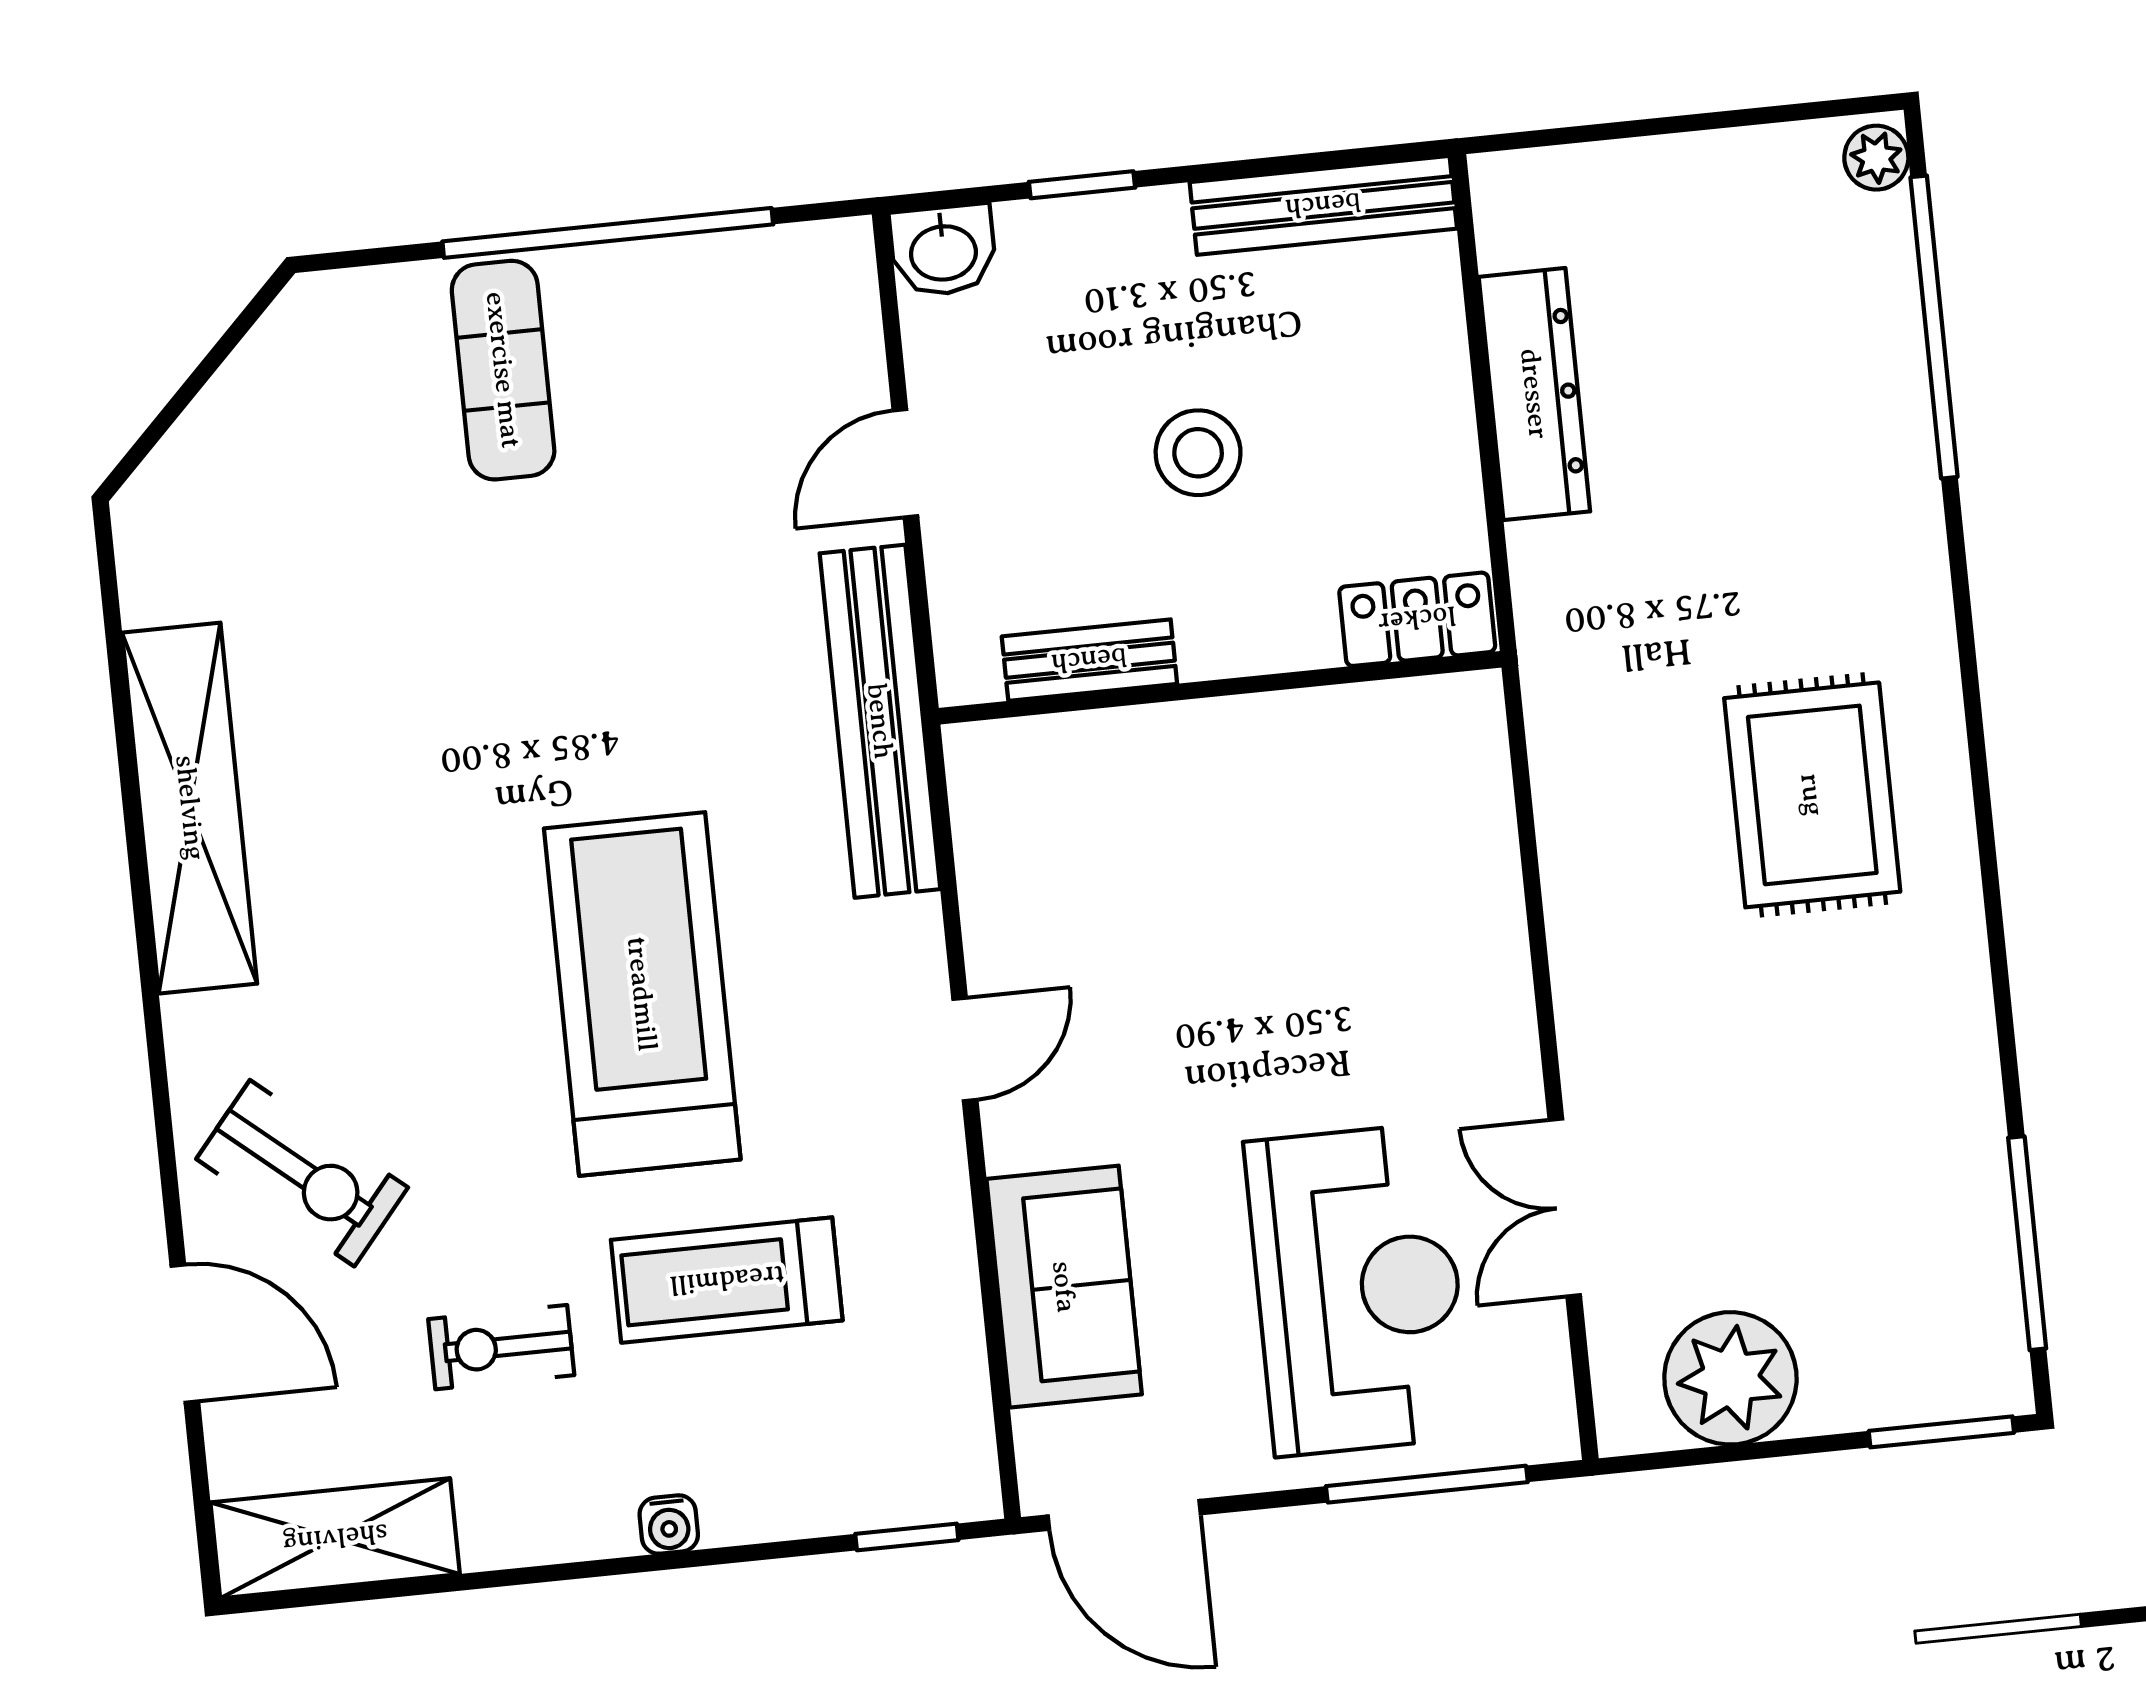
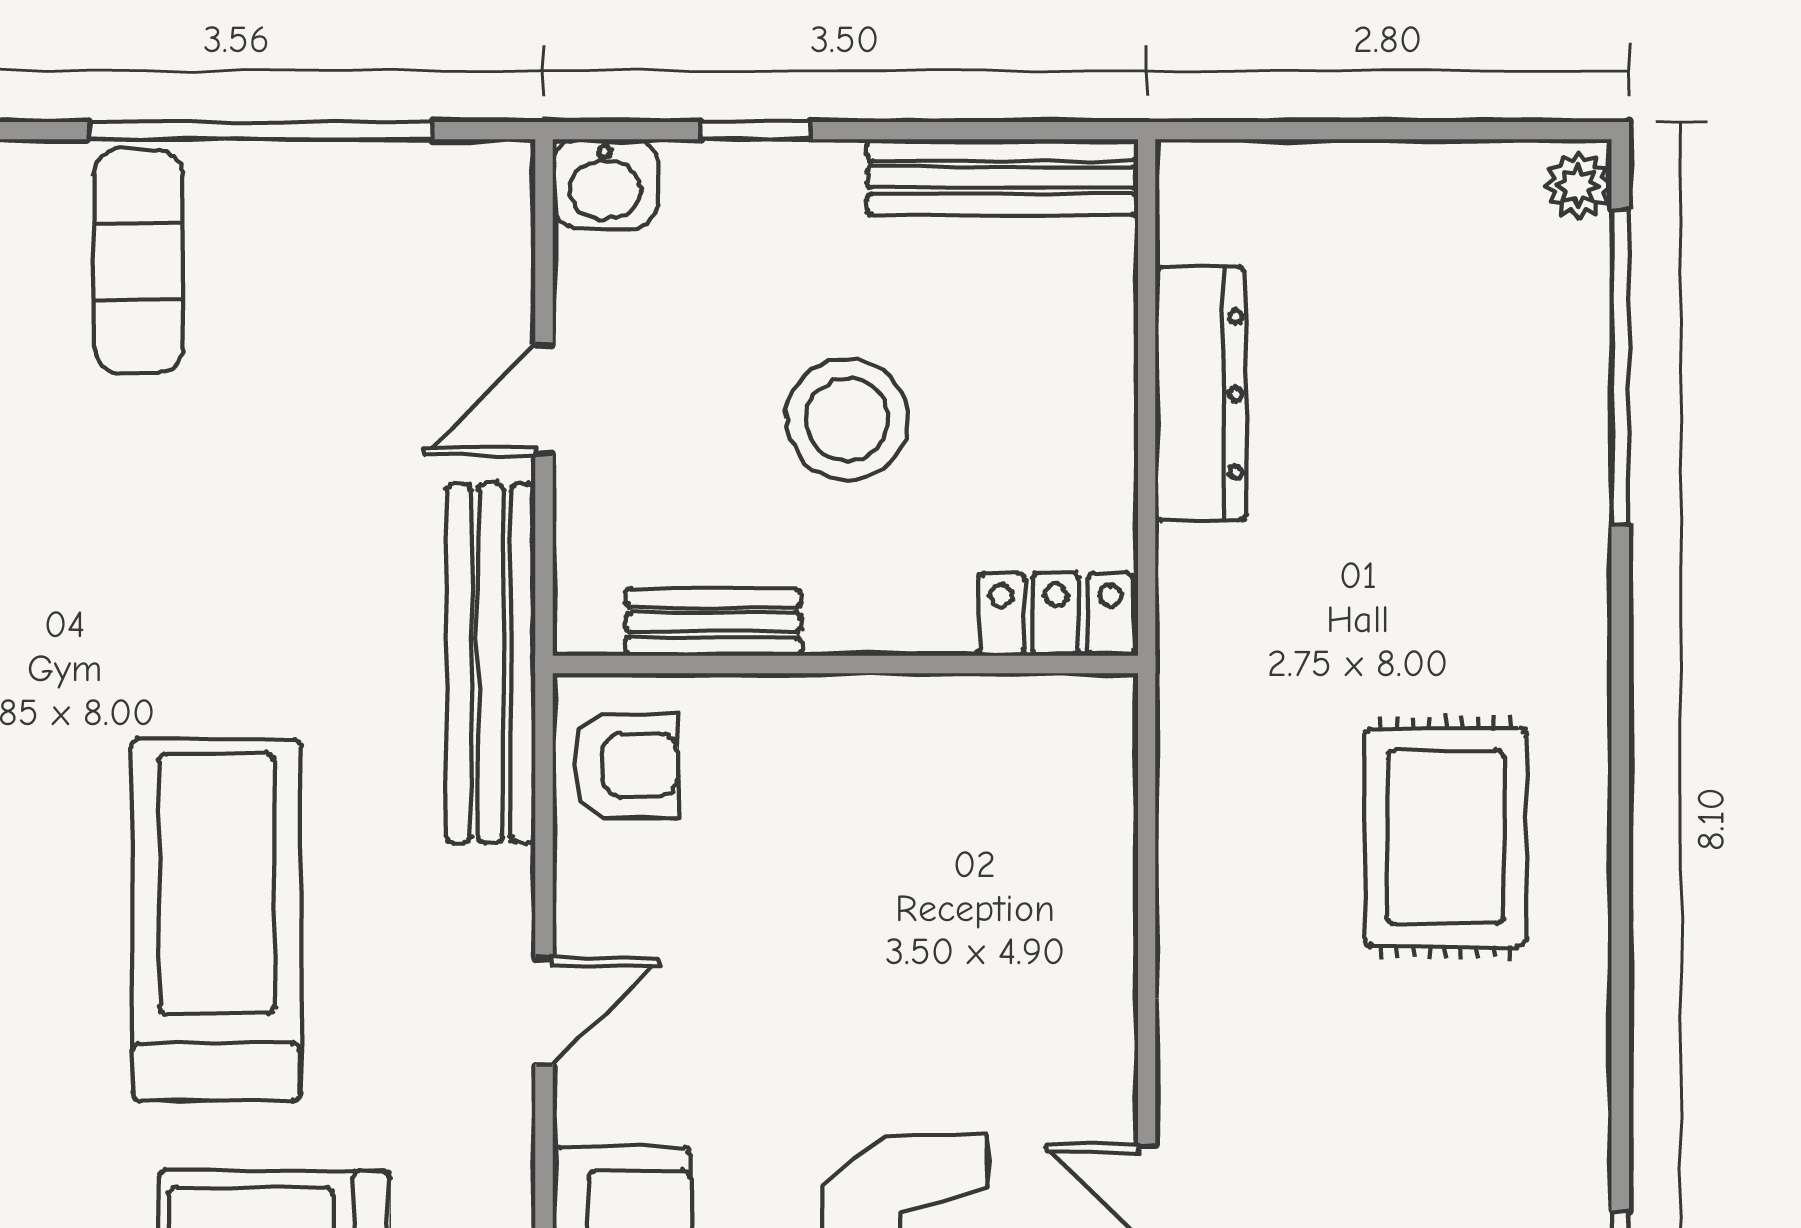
stool: (1198, 453) -> (847, 419), width x1.38, depth x1.38
armchair: (1020, 806) -> (626, 765), added

